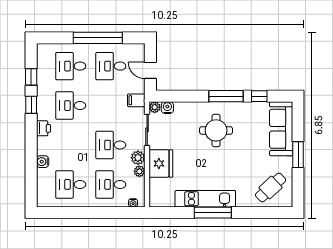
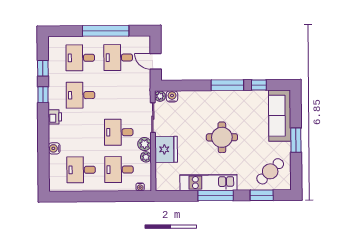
filing cabinet: (136, 100) -> (143, 90), removed
round table: (216, 130) -> (222, 137), moved
window: (261, 213) -> (262, 195), added

